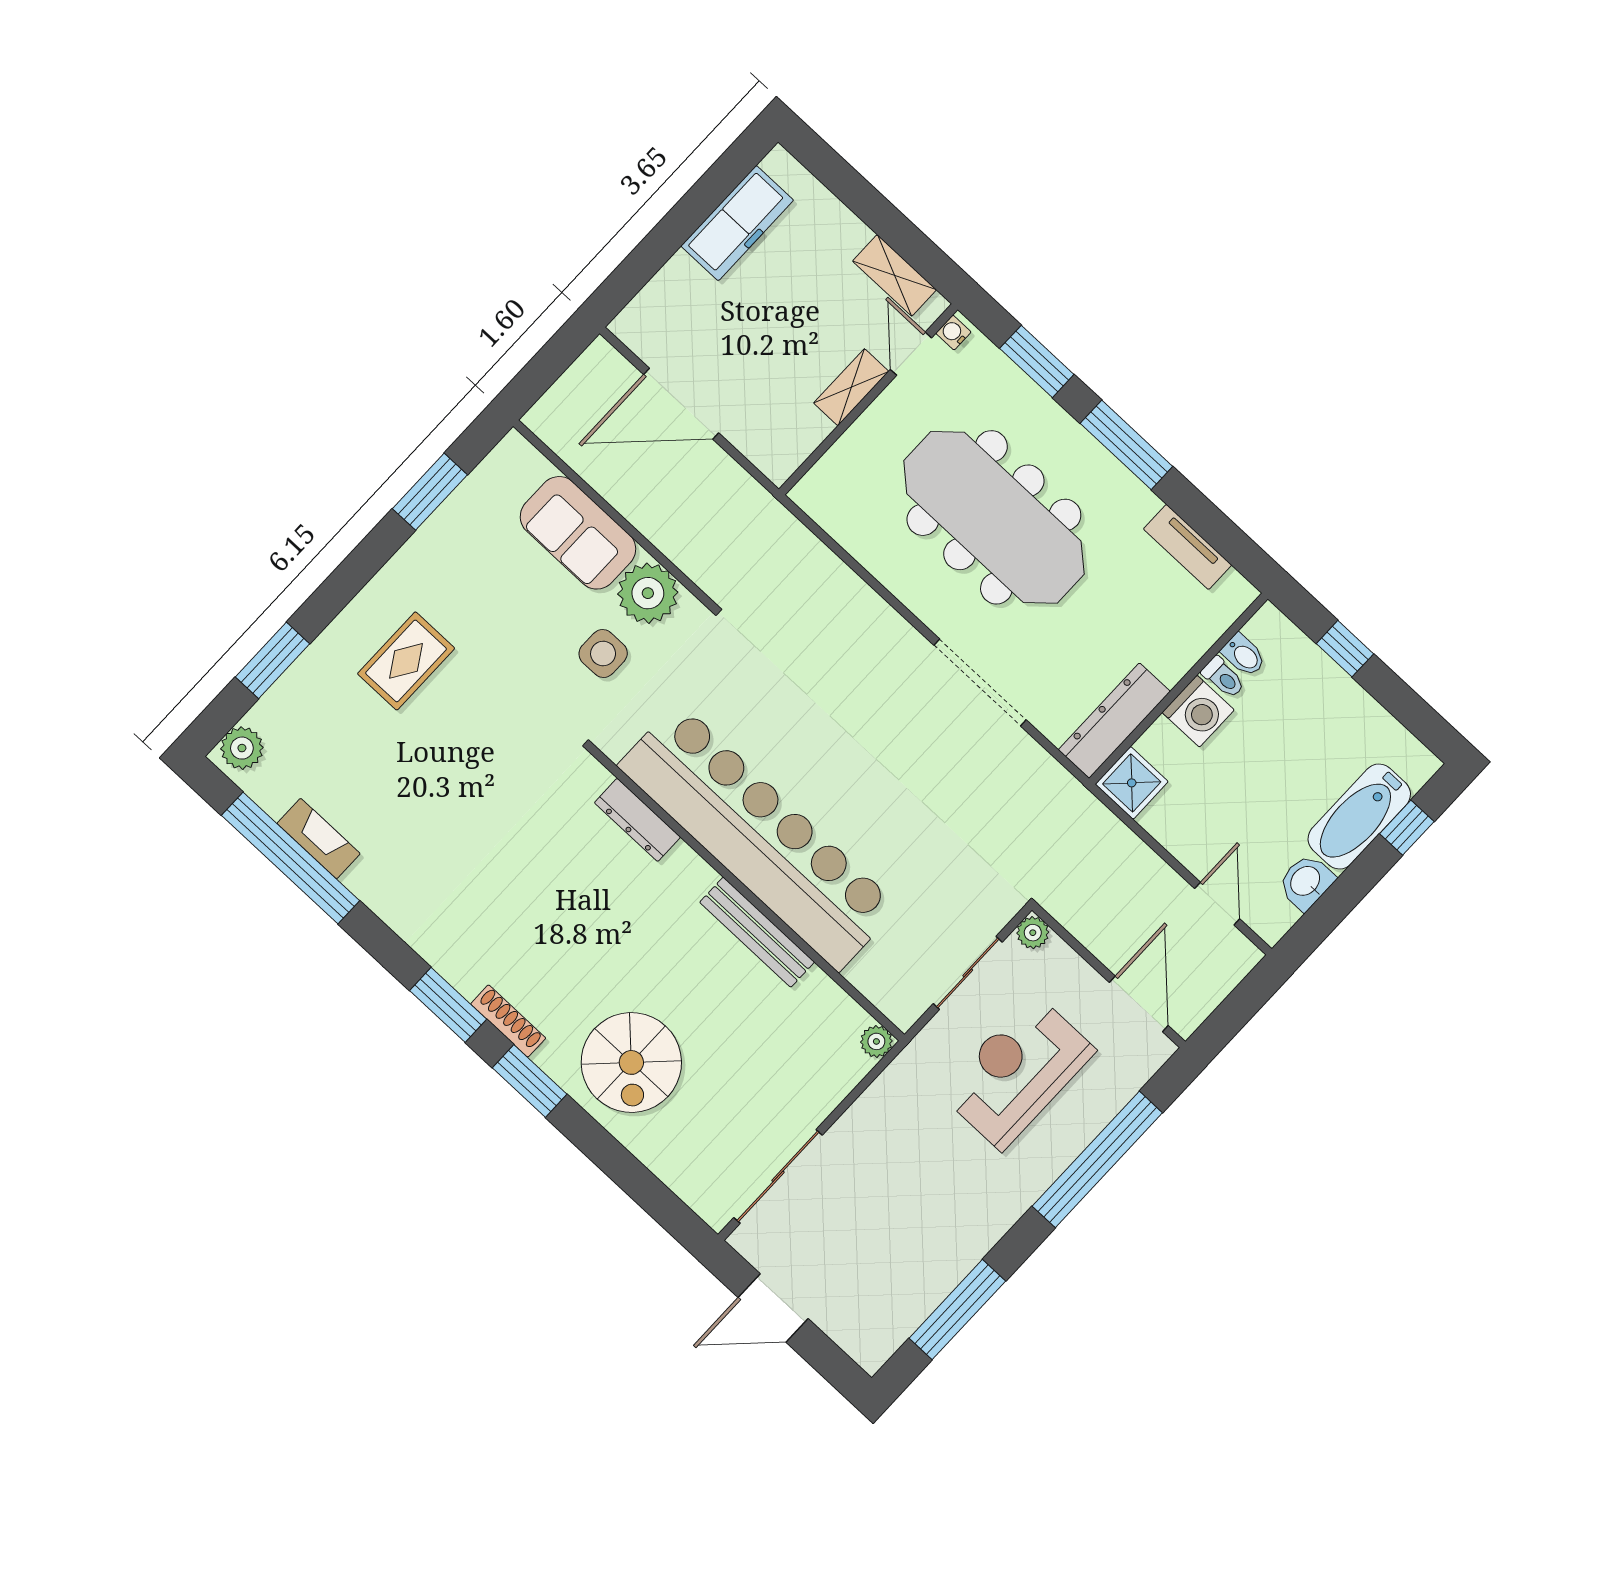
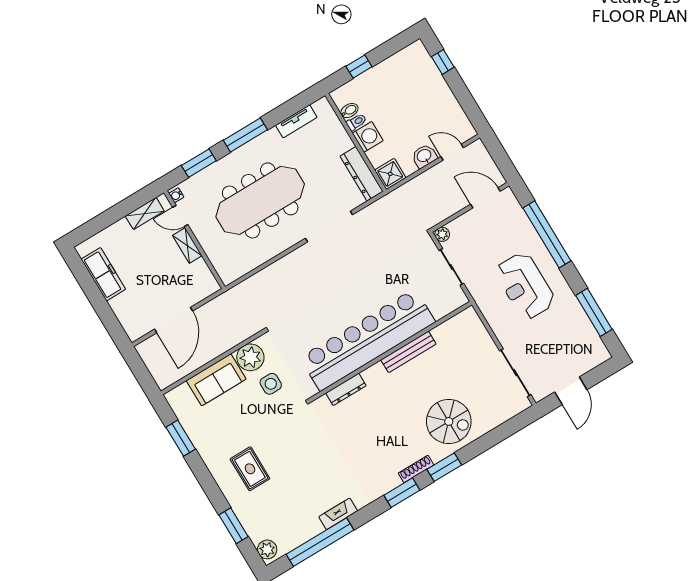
bathtub: (1359, 816) -> (432, 81), removed
fireplace: (319, 839) -> (338, 514), moved
washbasin: (1306, 882) -> (424, 156), moved, turned 90
plant: (876, 1041) -> (470, 314), removed
reception desk: (1018, 1072) -> (525, 286), moved

